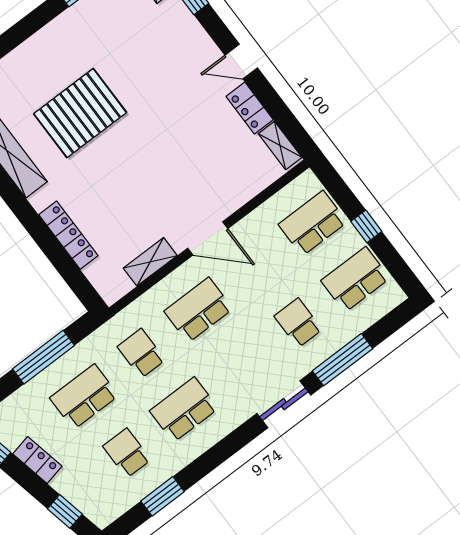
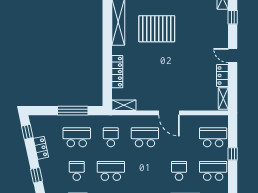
shelving: (150, 262) -> (124, 105), moved

